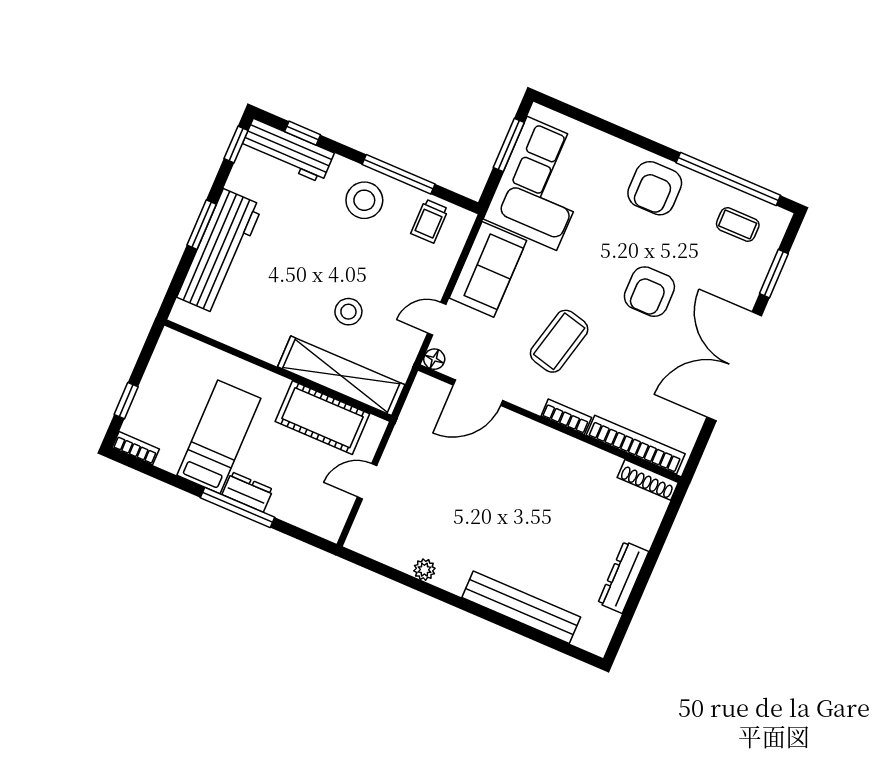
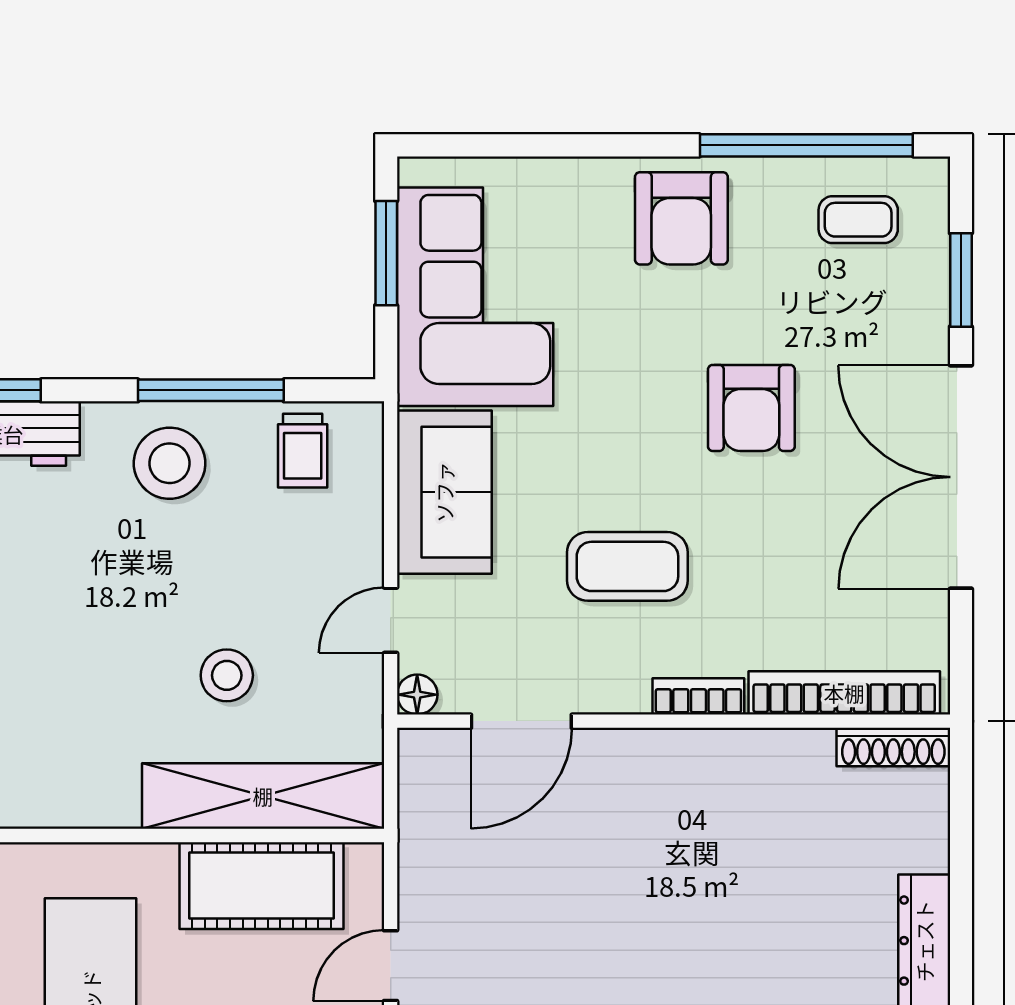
coffee table: (559, 341) -> (627, 566), turned 76

